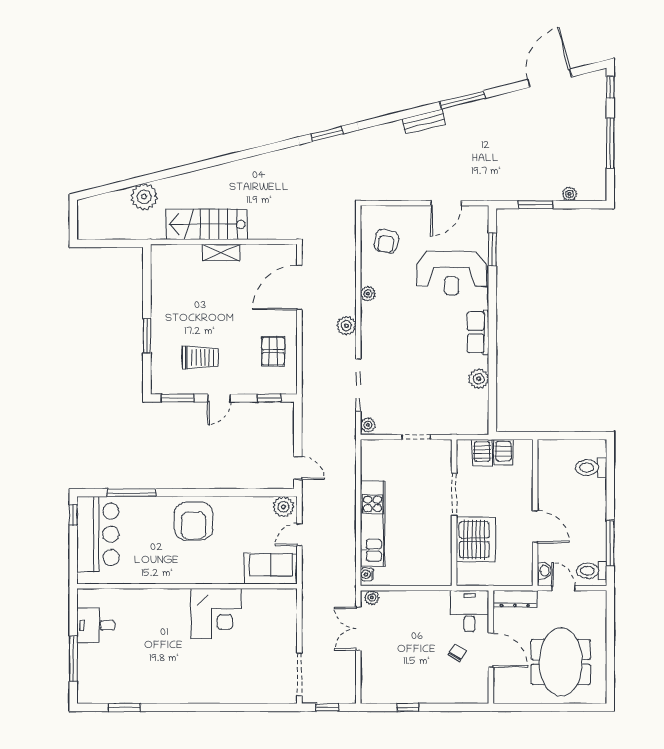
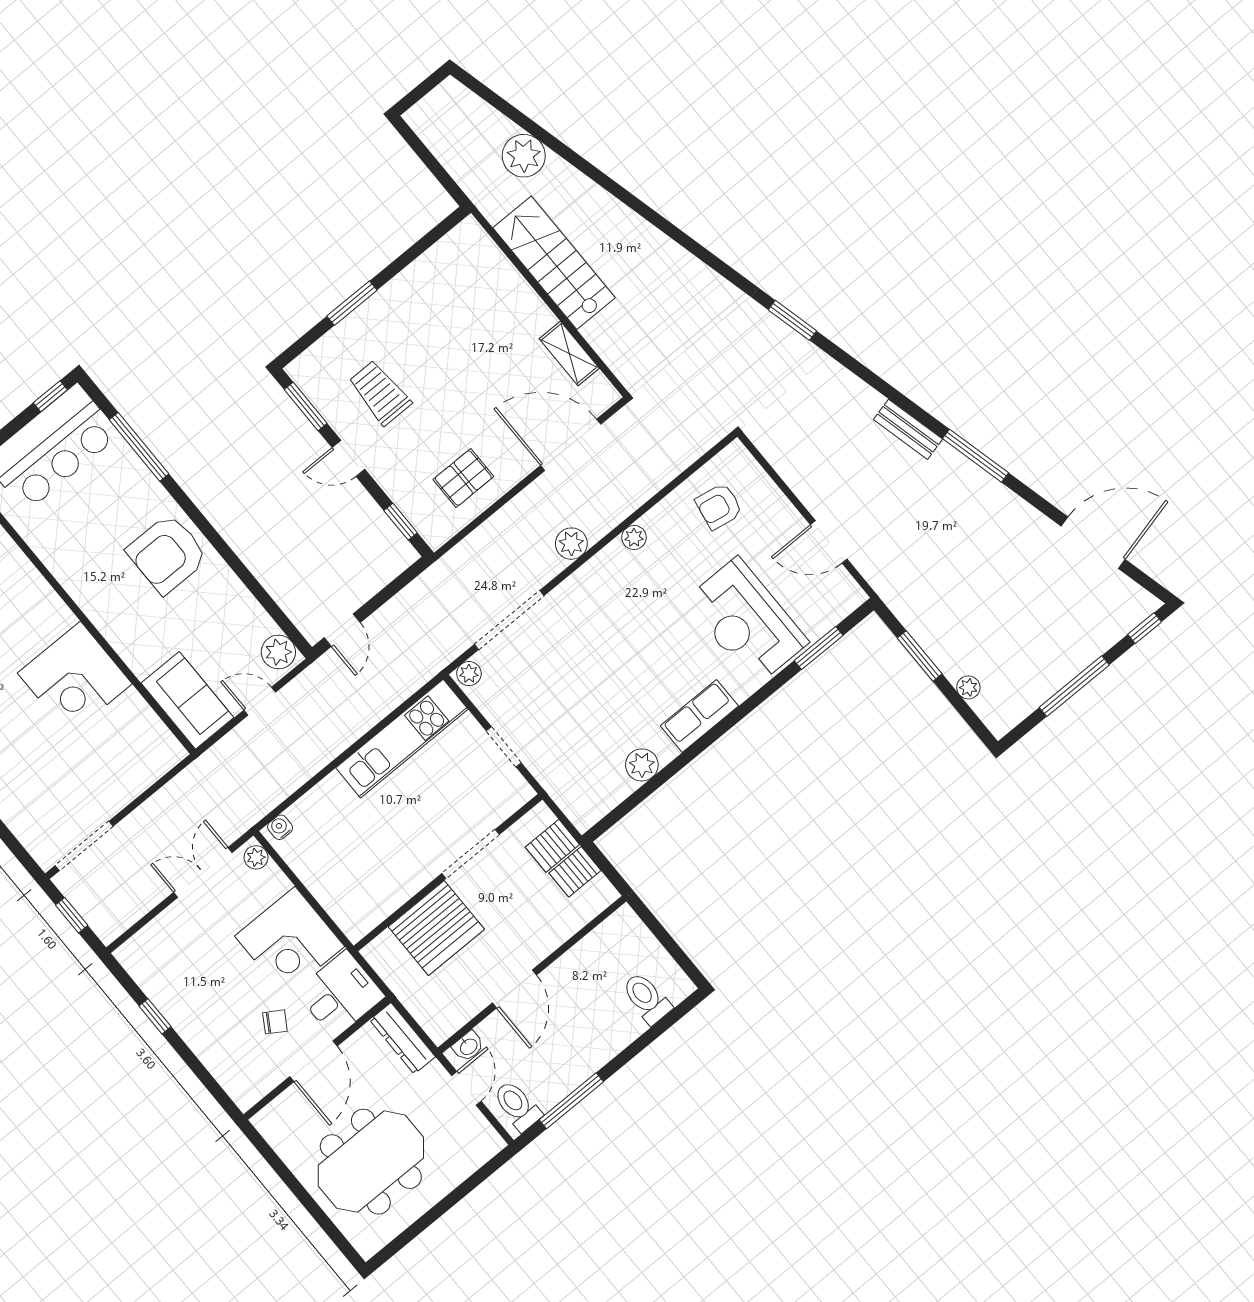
shelving: (221, 252) -> (569, 353), moved
trolley: (200, 358) -> (380, 393), turned 180
kitchen unit: (373, 524) -> (402, 739), moved
corner desk: (425, 614) -> (290, 941), added

